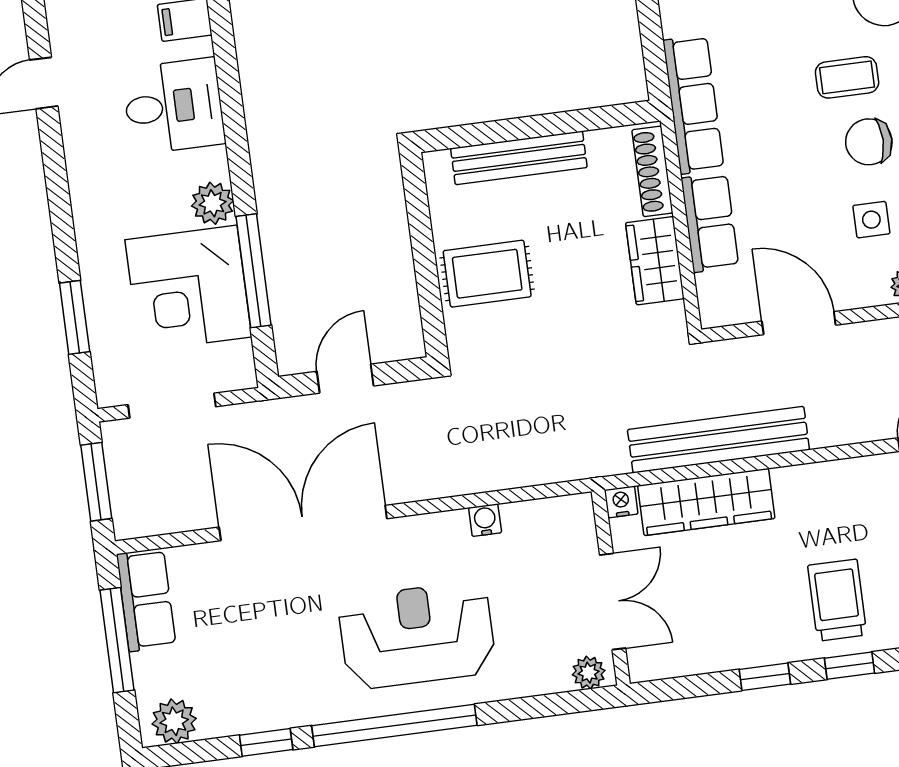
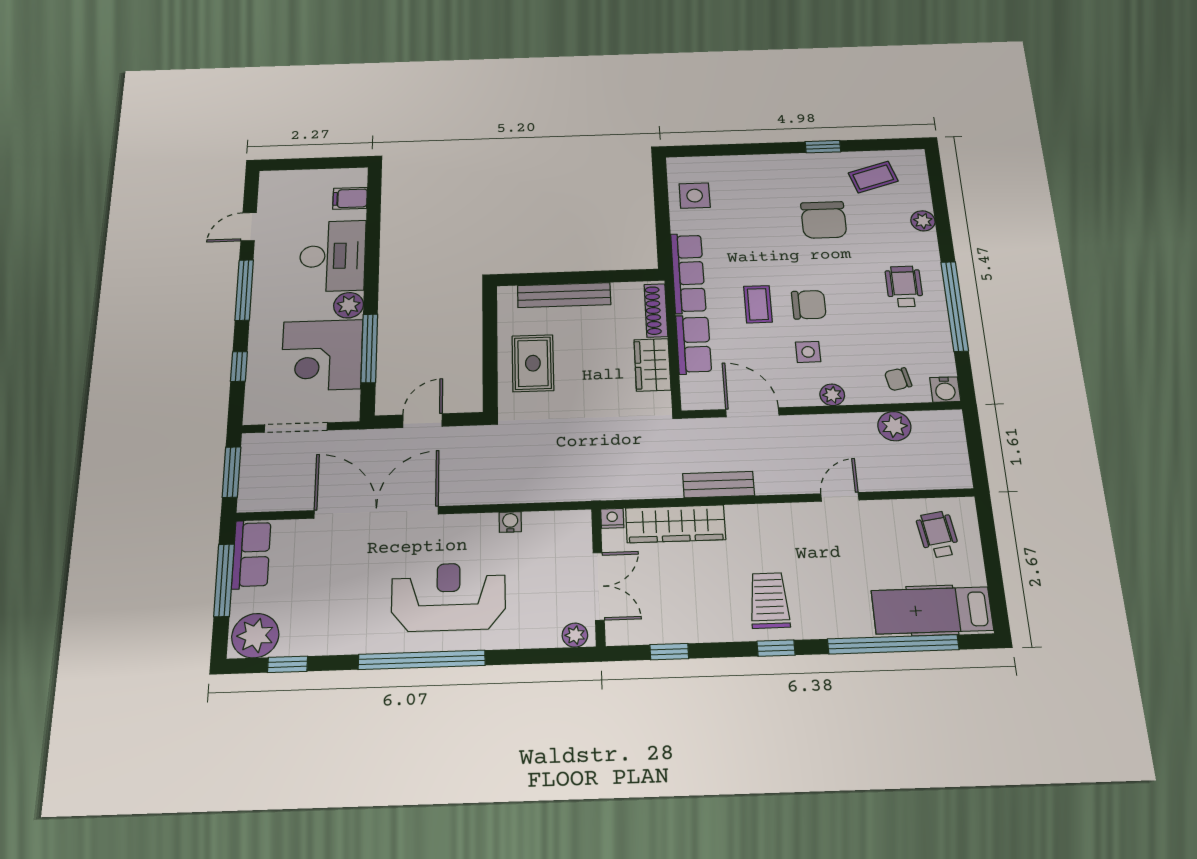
coffee table: (847, 77) -> (758, 304), moved, turned 90
desk: (174, 106) -> (333, 256), width x1.37
chair: (869, 142) -> (809, 305), turned 180
window: (58, 192) -> (244, 290), added
rug: (487, 274) -> (533, 363), turned 90
window: (75, 317) -> (239, 366), width x0.67
bench: (718, 440) -> (718, 485), width x0.54, depth x0.82
window: (765, 677) -> (669, 652), moved
plant: (174, 721) -> (255, 636), width x1.36, depth x1.36
window: (266, 742) -> (288, 664), moved

